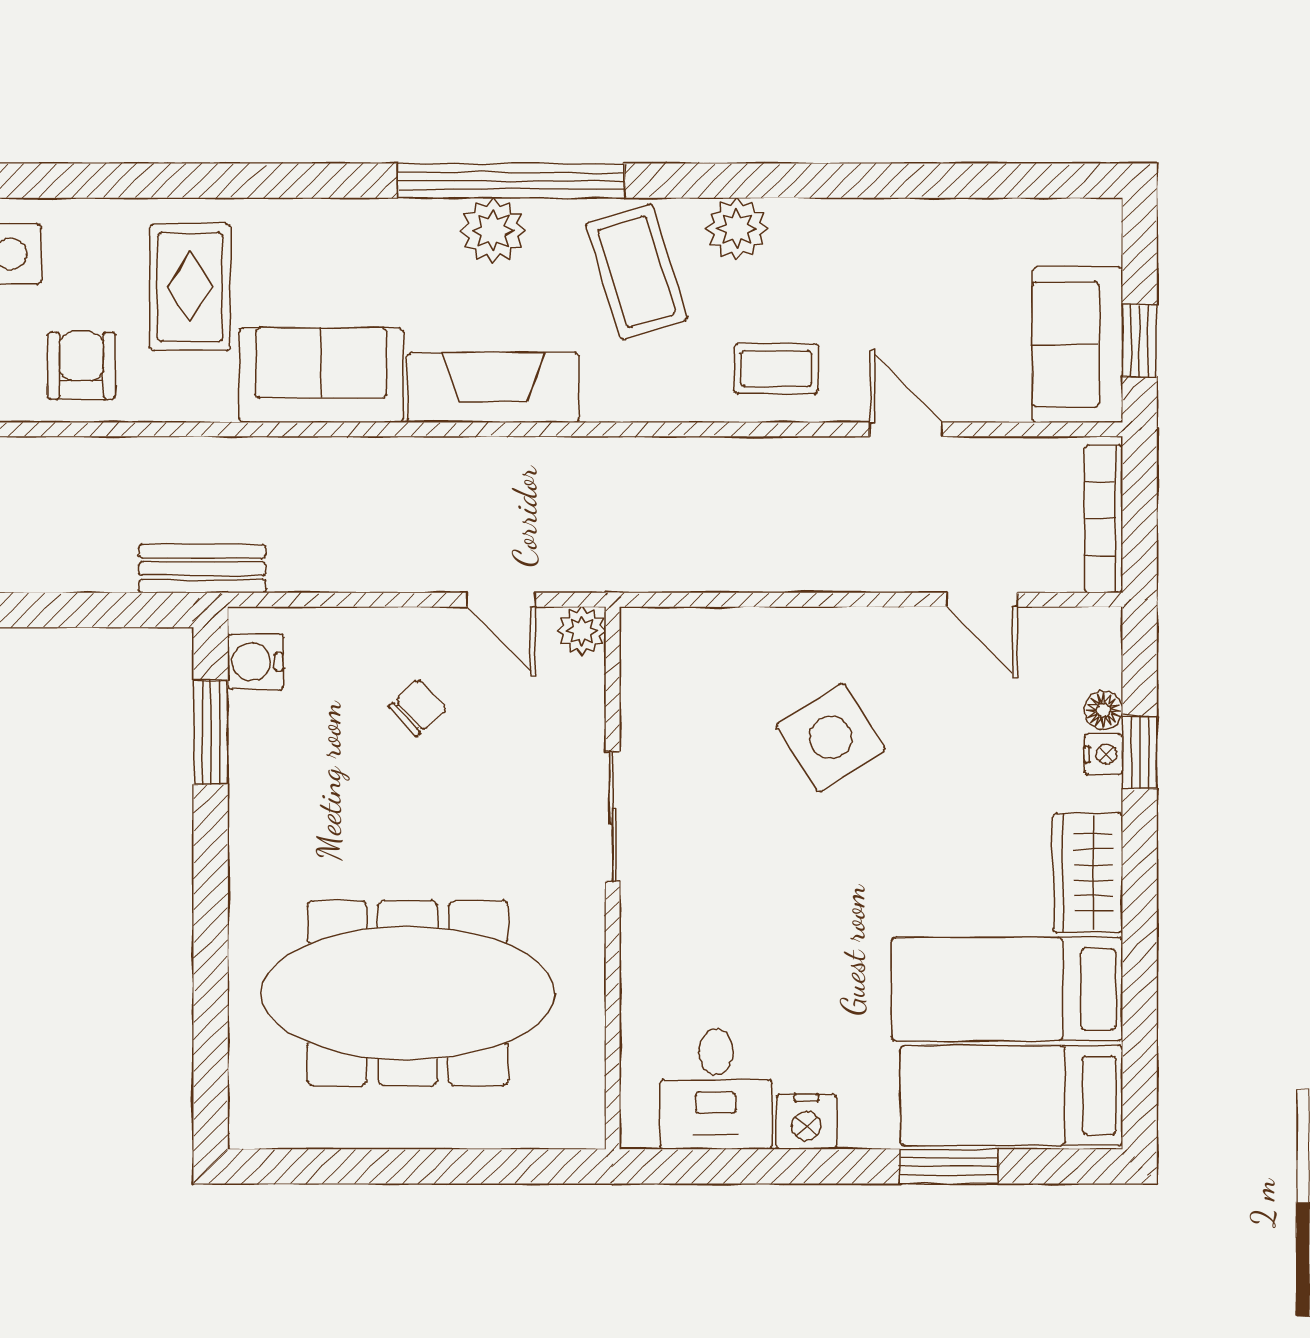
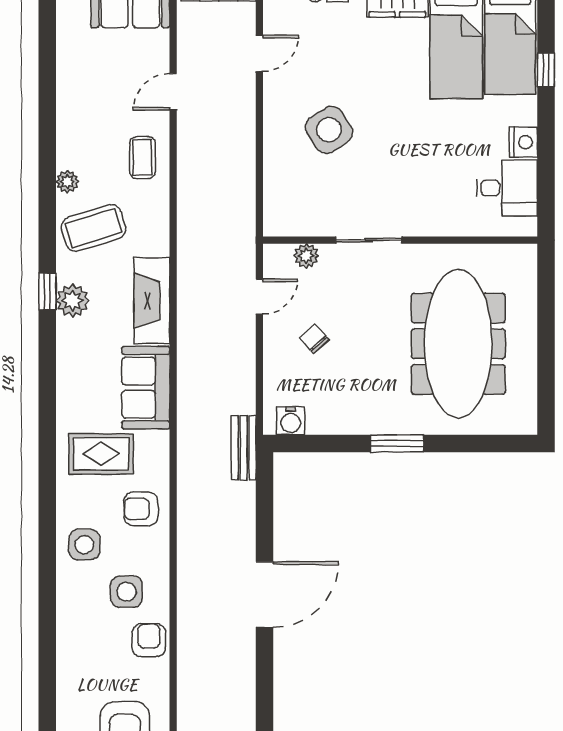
window: (511, 181) -> (47, 292), width x0.32
plant: (737, 229) -> (67, 182), width x0.73, depth x0.73
plant: (582, 631) -> (306, 256), moved
window: (211, 732) -> (397, 443), moved
window: (949, 1166) -> (546, 70), width x0.67

